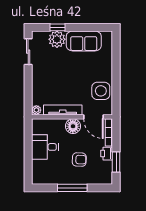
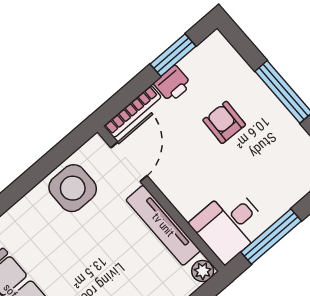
floor lamp: (73, 126) -> (176, 183), removed
window: (28, 142) -> (271, 237), added
desk: (45, 147) -> (229, 225), moved, turned 90

